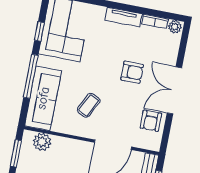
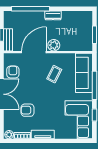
armchair: (132, 72) -> (28, 110), moved
plant: (42, 142) -> (54, 45), moved

